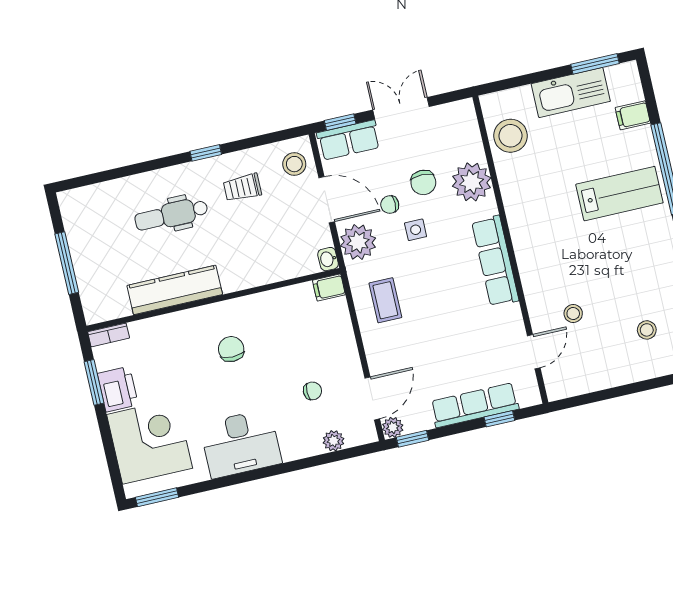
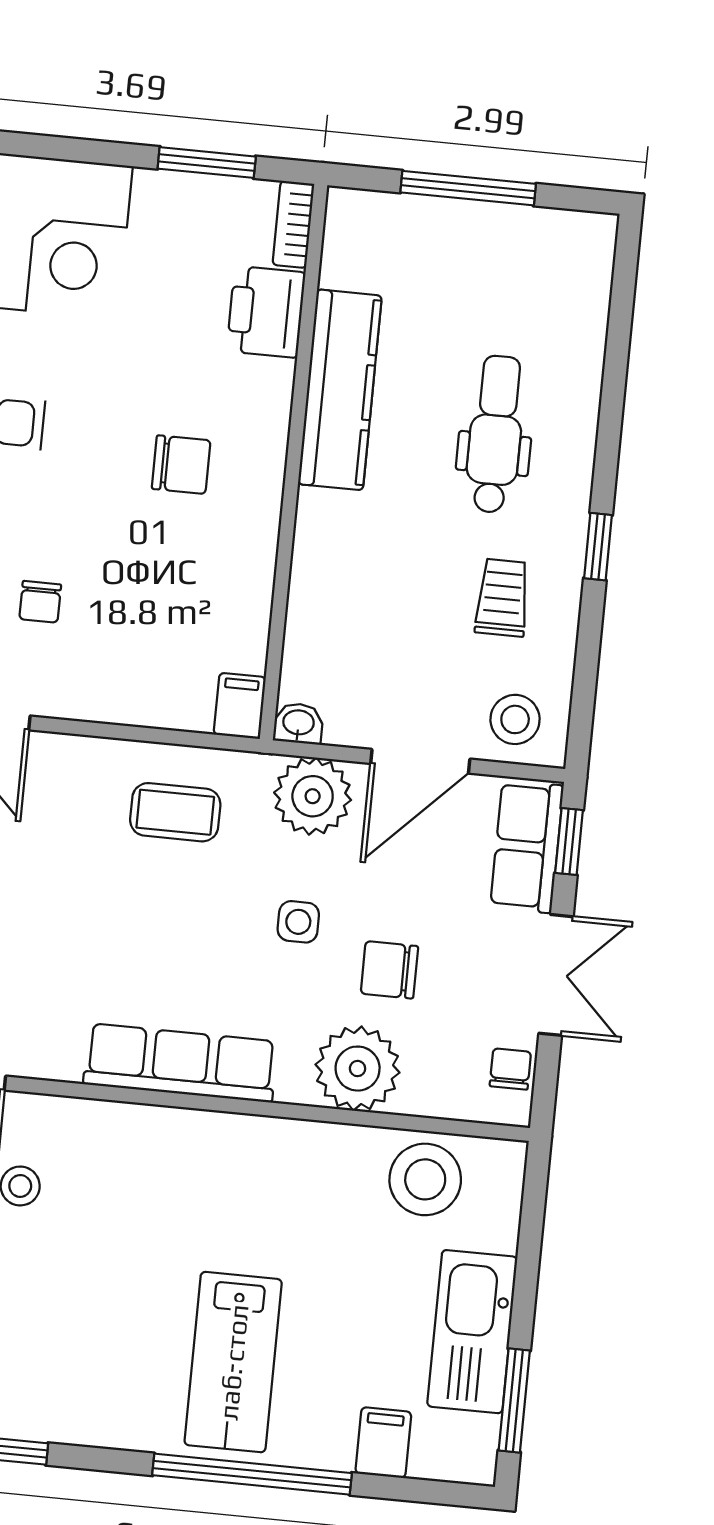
chair: (390, 205) -> (510, 1069), moved
printer: (118, 389) -> (266, 312), moved, turned 90

